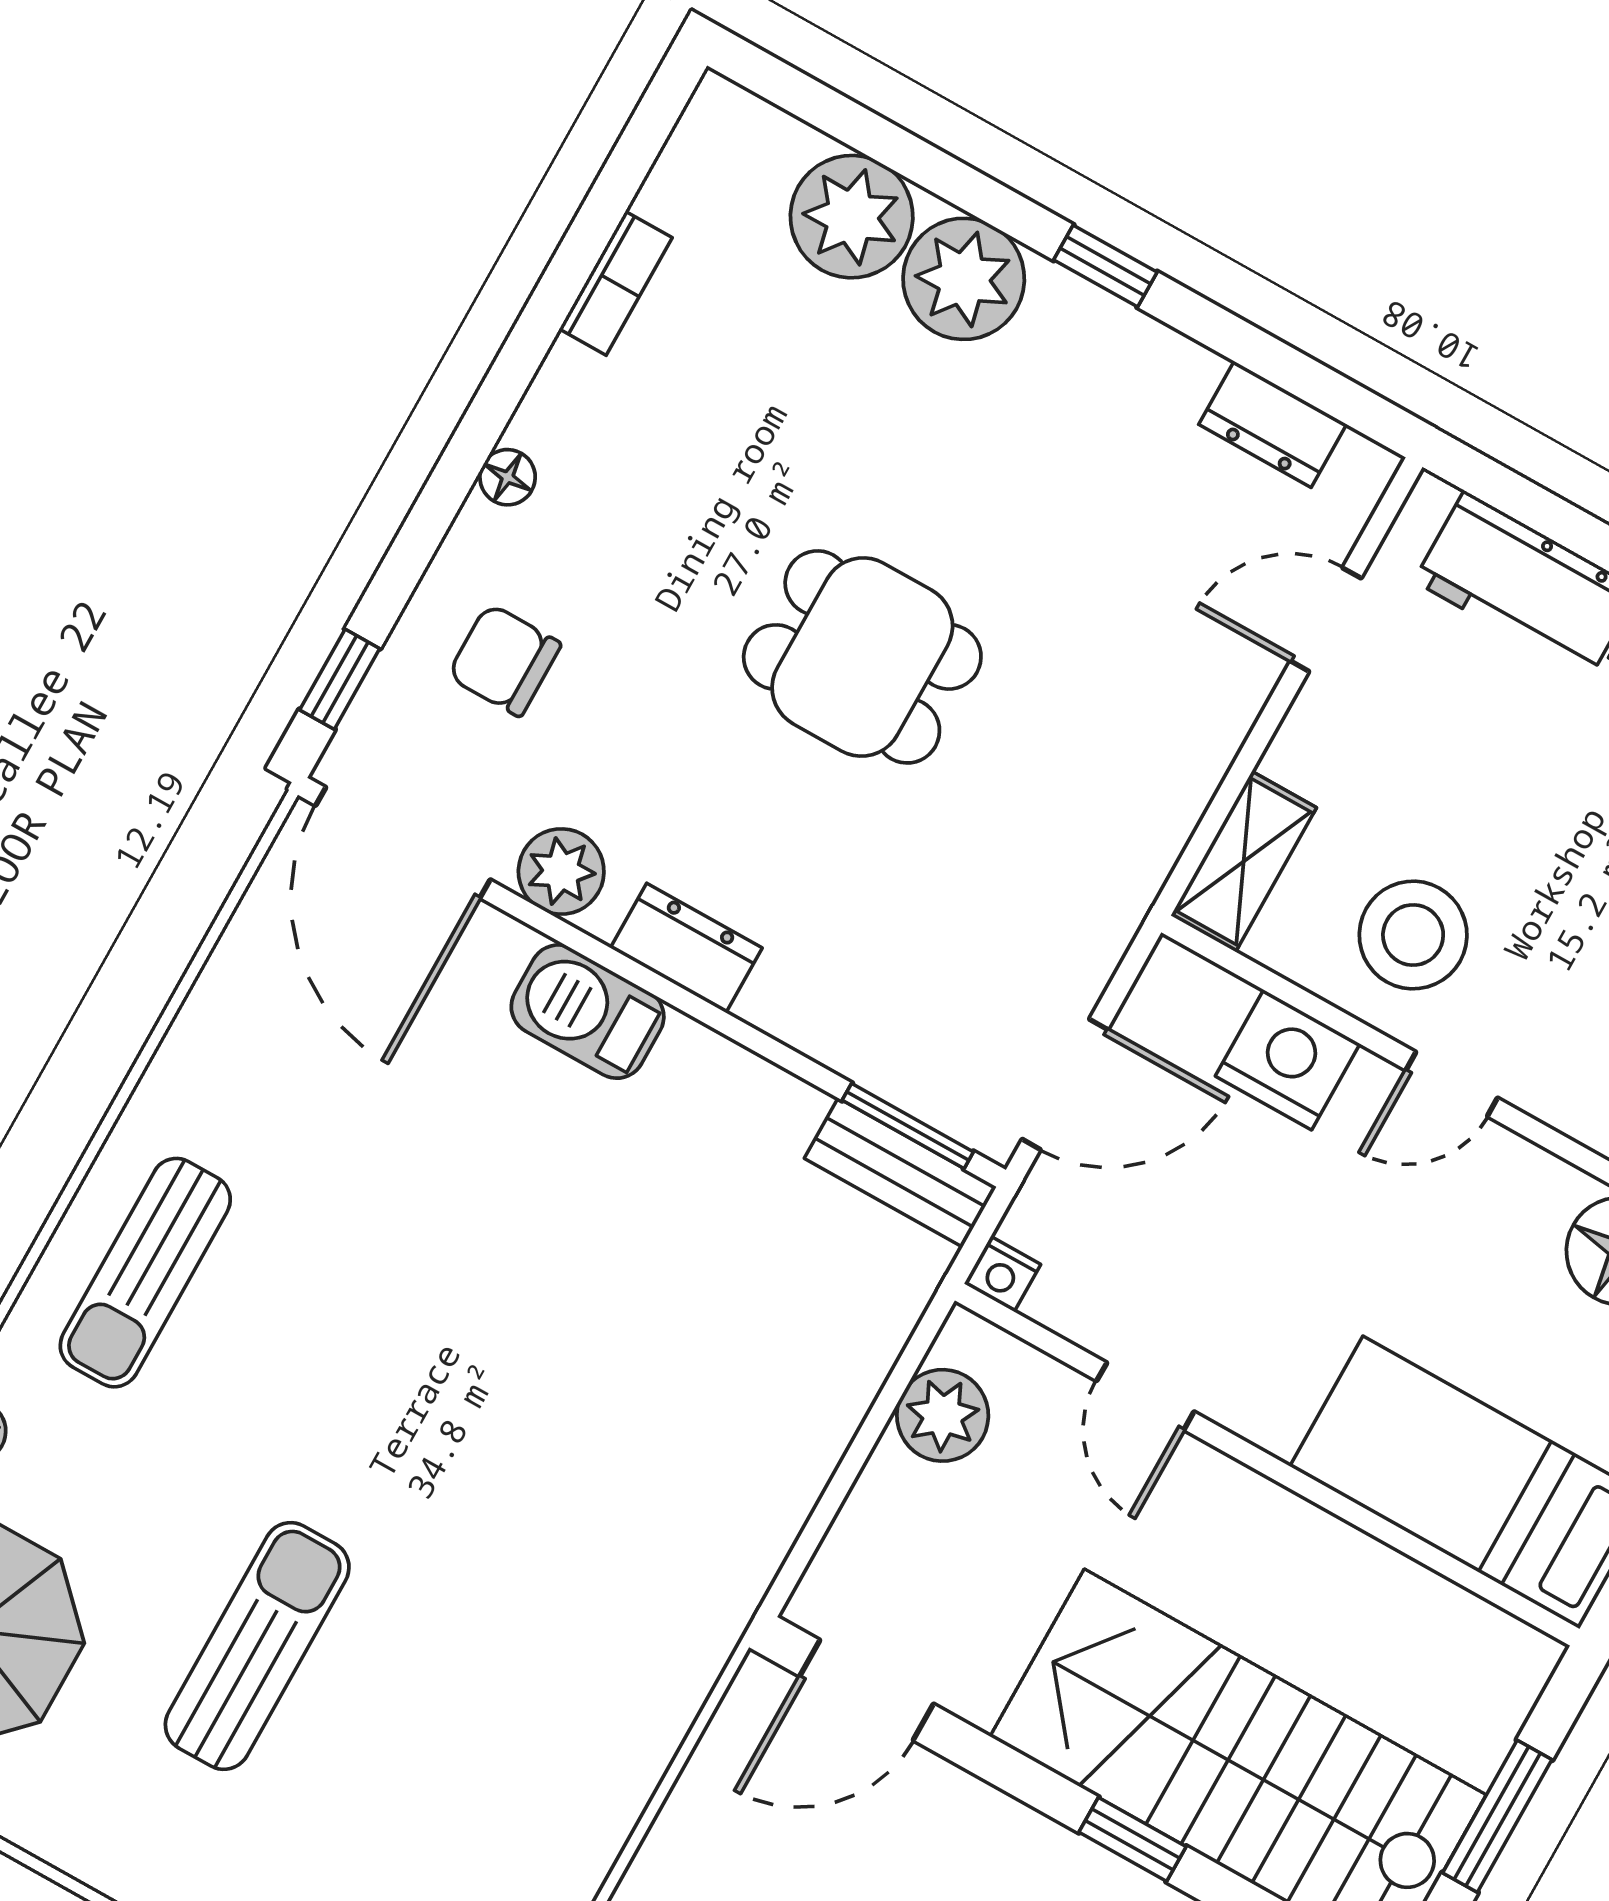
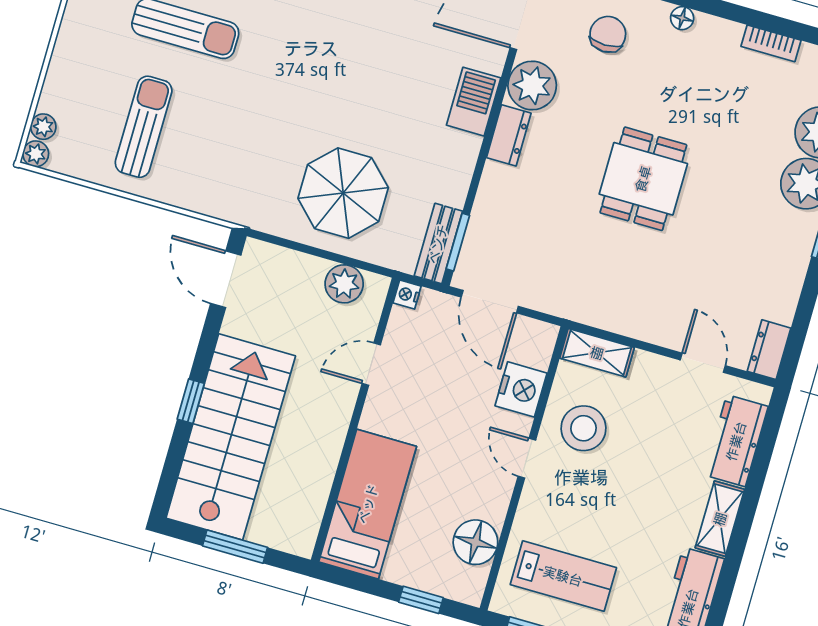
dresser: (1273, 424) -> (769, 350), moved
plant: (561, 871) -> (532, 85), width x1.36, depth x1.36
parasol: (729, 1367) -> (343, 193), added
sun lounger: (464, 1798) -> (144, 127), added

